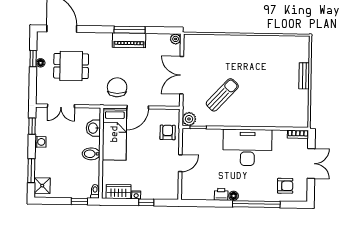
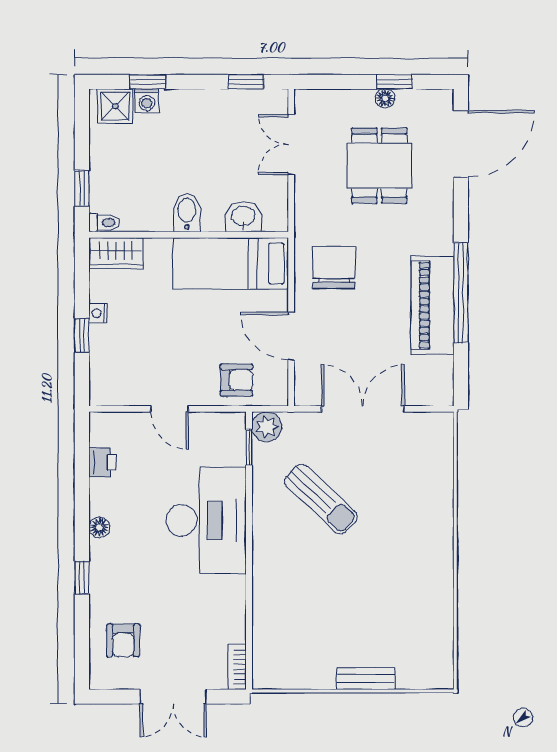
window: (130, 30) -> (461, 293), width x1.46
plant: (176, 39) -> (442, 394), removed
piano: (129, 40) -> (433, 305), width x1.37, depth x1.33
chair: (117, 87) -> (334, 267), turned -90
door: (138, 107) -> (291, 336), moved
washing machine: (40, 142) -> (147, 101), moved
desk: (247, 147) -> (206, 520), moved
window: (31, 171) -> (148, 82), width x0.67
wardrobe: (119, 192) -> (116, 253), moved, turned 90
printer: (221, 194) -> (102, 462), moved
window: (256, 204) -> (82, 578), width x0.32

